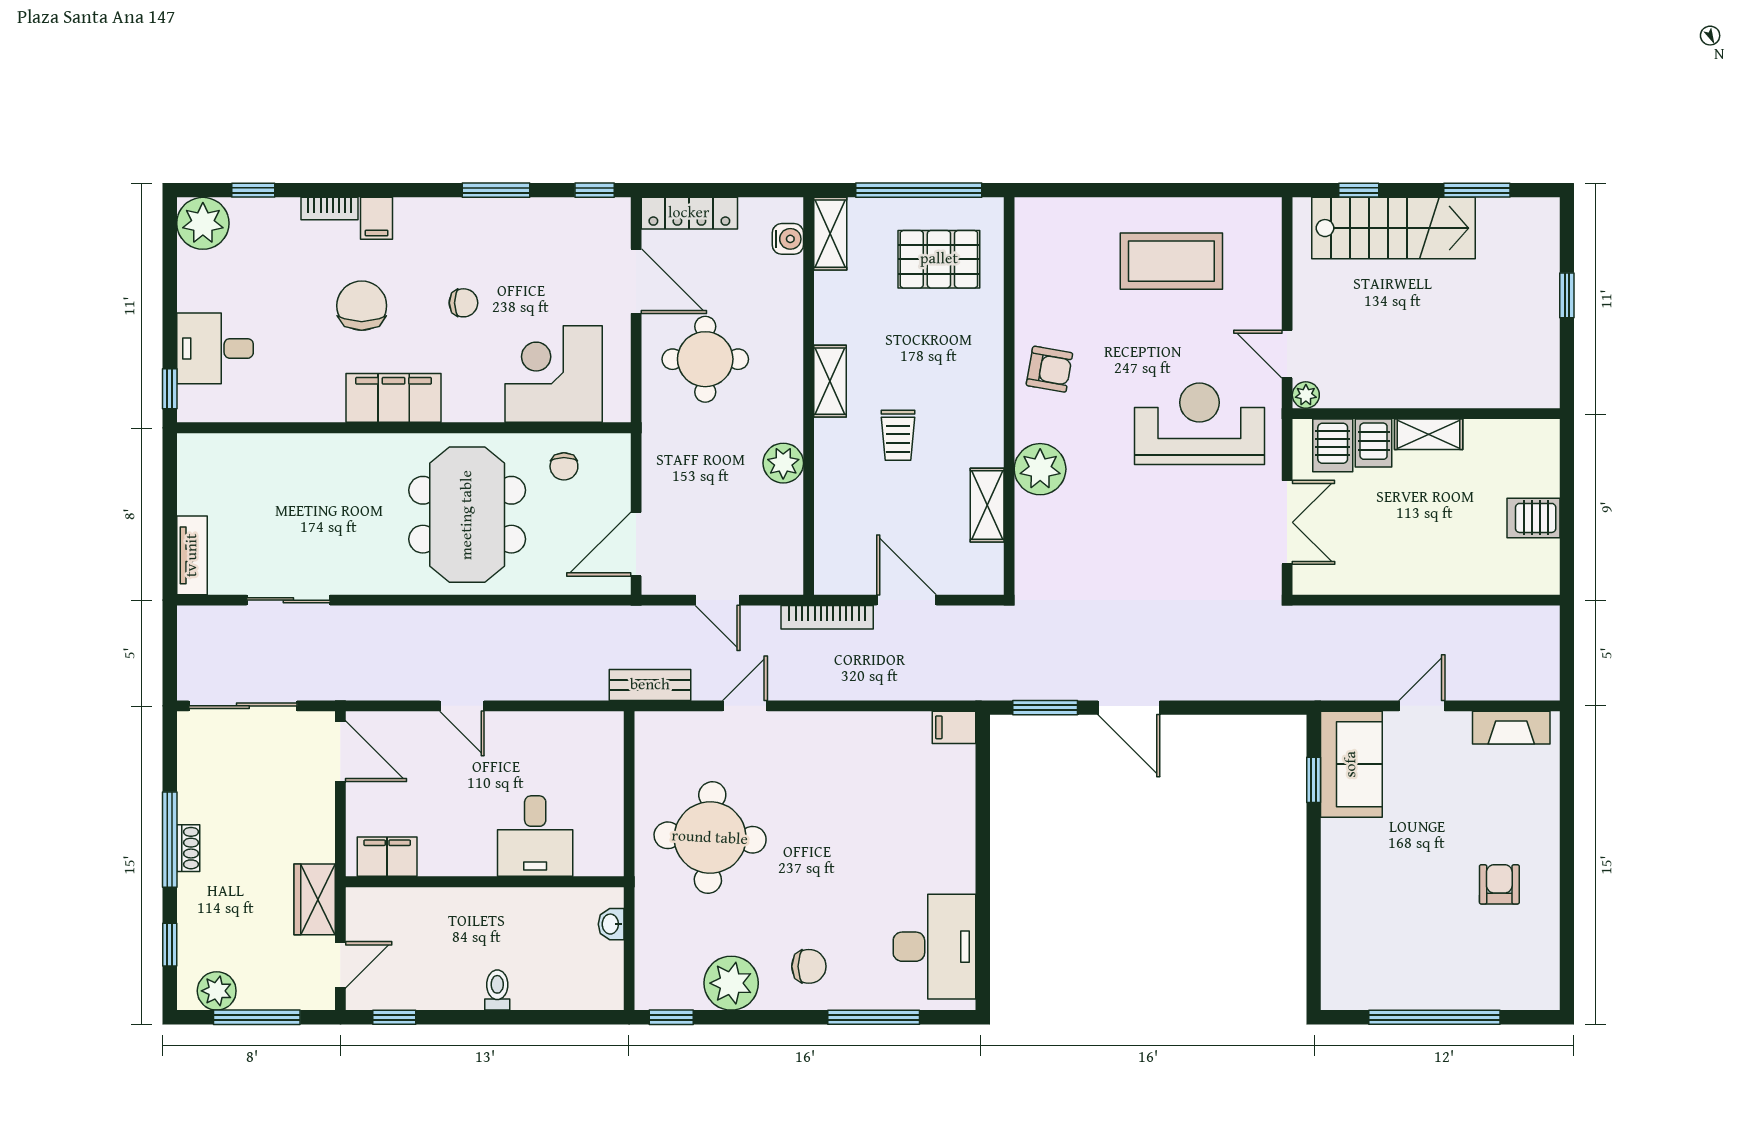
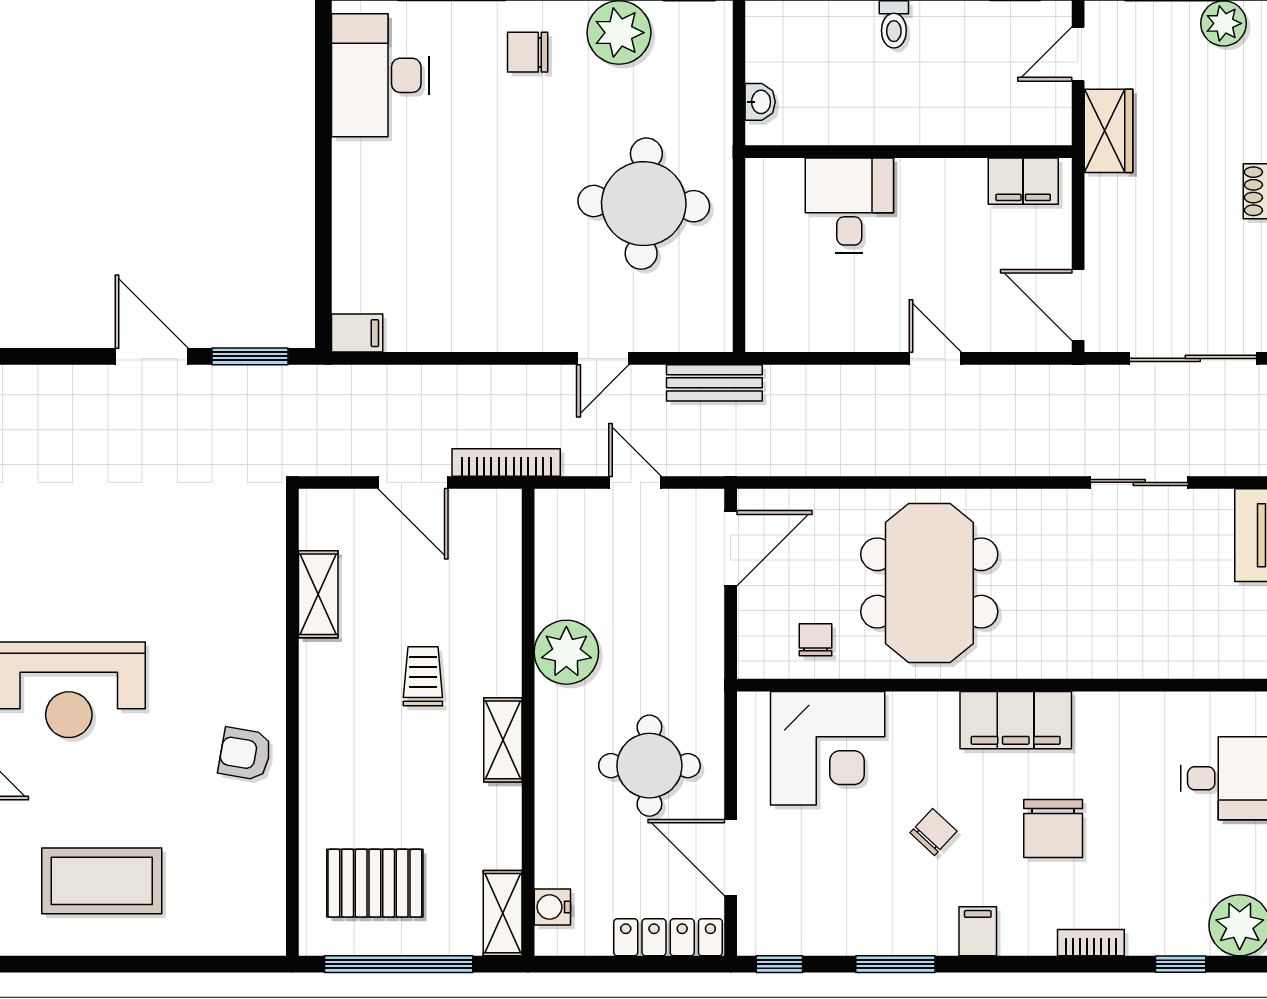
filing cabinet: (377, 218) -> (978, 931), moved
chair: (463, 303) -> (934, 832), turned 133
plant: (783, 463) -> (566, 652), width x1.36, depth x1.36
plant: (1040, 469) -> (256, 636), removed

